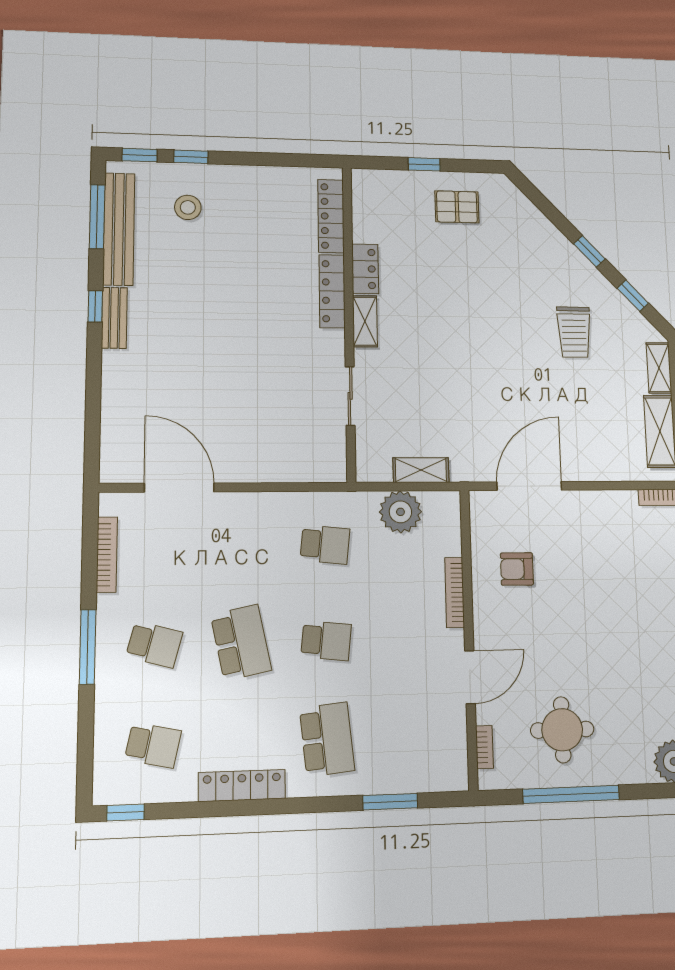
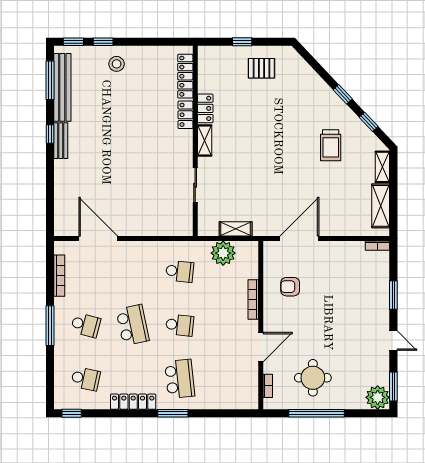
stool: (188, 207) -> (117, 64), moved
locker: (332, 291) -> (185, 115), width x0.66
window: (390, 802) -> (173, 413), moved

